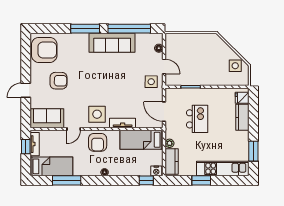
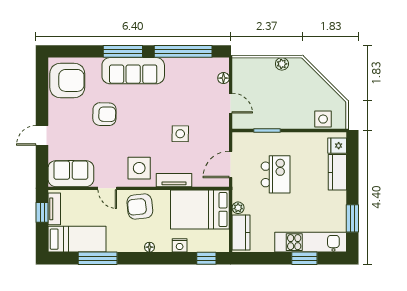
plant: (202, 38) -> (282, 64), added
sofa: (112, 43) -> (133, 71), moved
side table: (235, 66) -> (323, 119), moved
armchair: (59, 81) -> (104, 114), moved
side table: (151, 82) -> (180, 134), moved
door: (164, 112) -> (231, 165), hinge flipped
door: (74, 129) -> (107, 188), hinge flipped
bed: (142, 140) -> (200, 210), width x1.50
armchair: (98, 142) -> (140, 206), turned 84
nightstand: (156, 171) -> (180, 245), moved
window: (201, 180) -> (304, 258), moved

